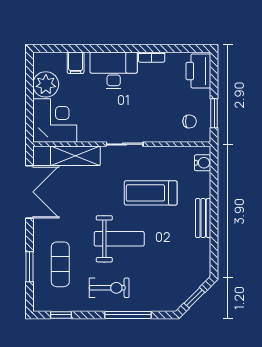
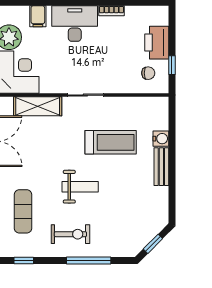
printer: (198, 71) -> (157, 43), moved
window: (214, 113) -> (172, 65), width x0.67
water cooler: (203, 163) -> (161, 139), moved
treadmill: (151, 193) -> (111, 142), turned 180
weight bench: (119, 239) -> (80, 187), width x0.73, depth x0.75

